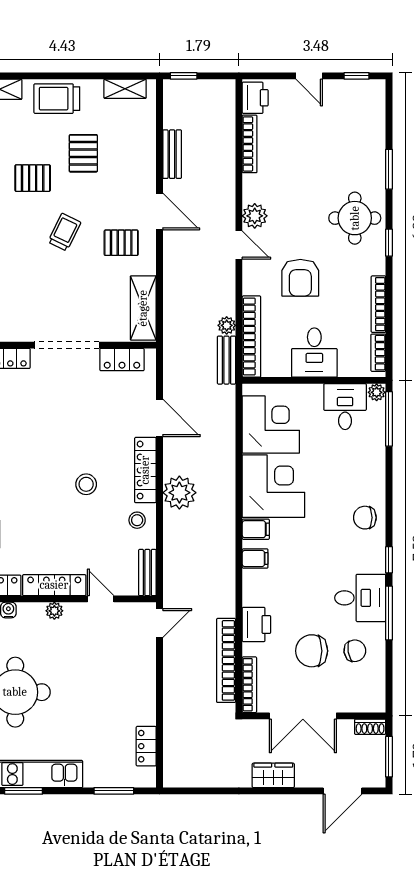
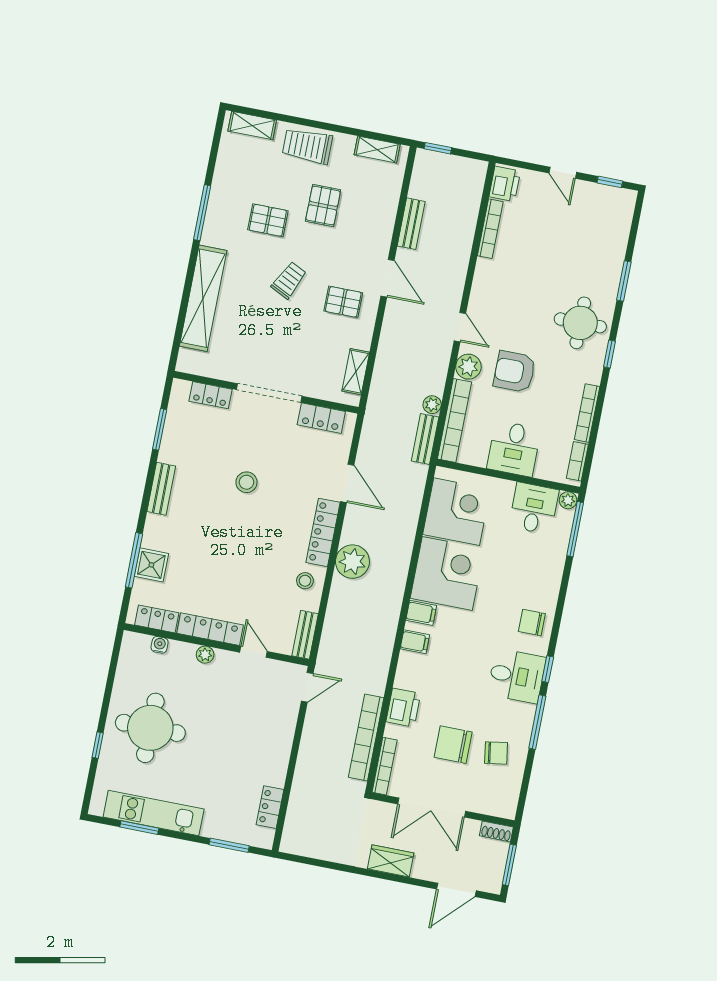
plant: (255, 216) -> (468, 367), moved
armchair: (300, 278) -> (514, 372), turned 90
shelving: (143, 308) -> (356, 372), width x0.67, depth x0.75
stool: (86, 484) -> (246, 482), moved
desk: (360, 598) -> (517, 676), moved

